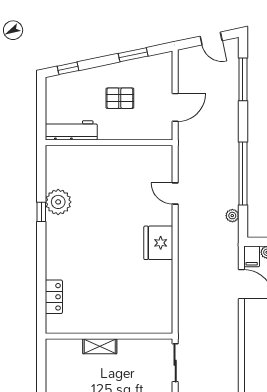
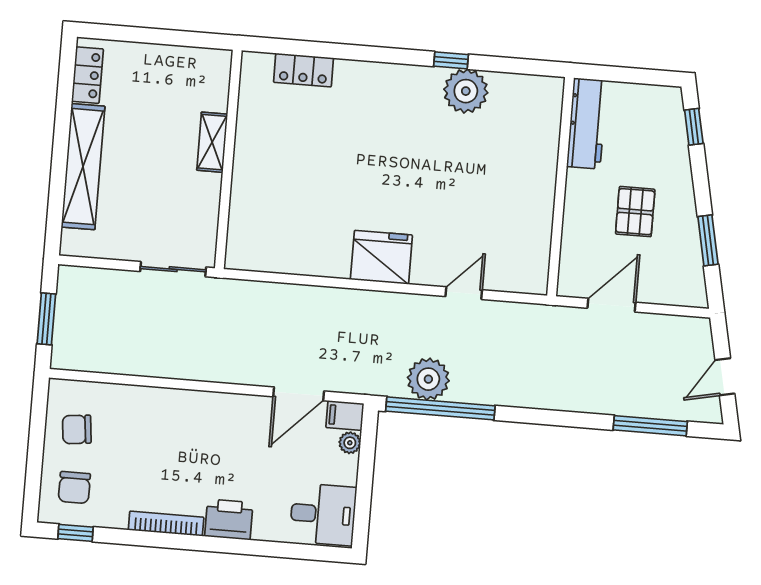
door: (175, 107) -> (612, 305), swing flipped
window: (243, 174) -> (440, 408), moved
plant: (232, 216) -> (428, 379), width x1.88, depth x1.88

